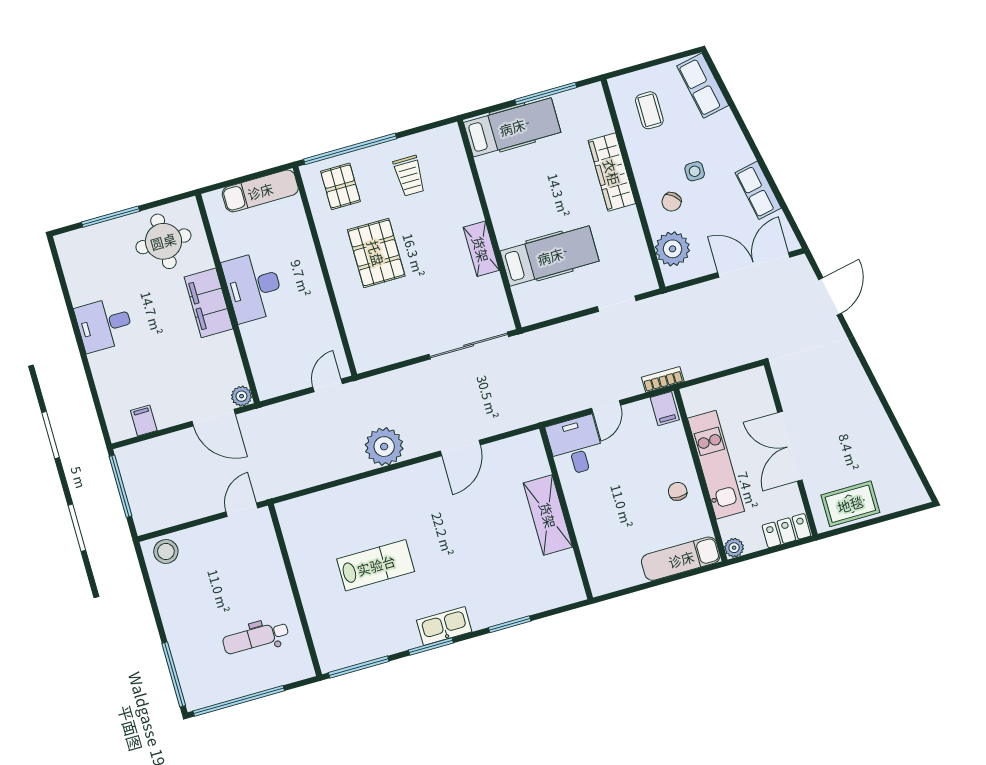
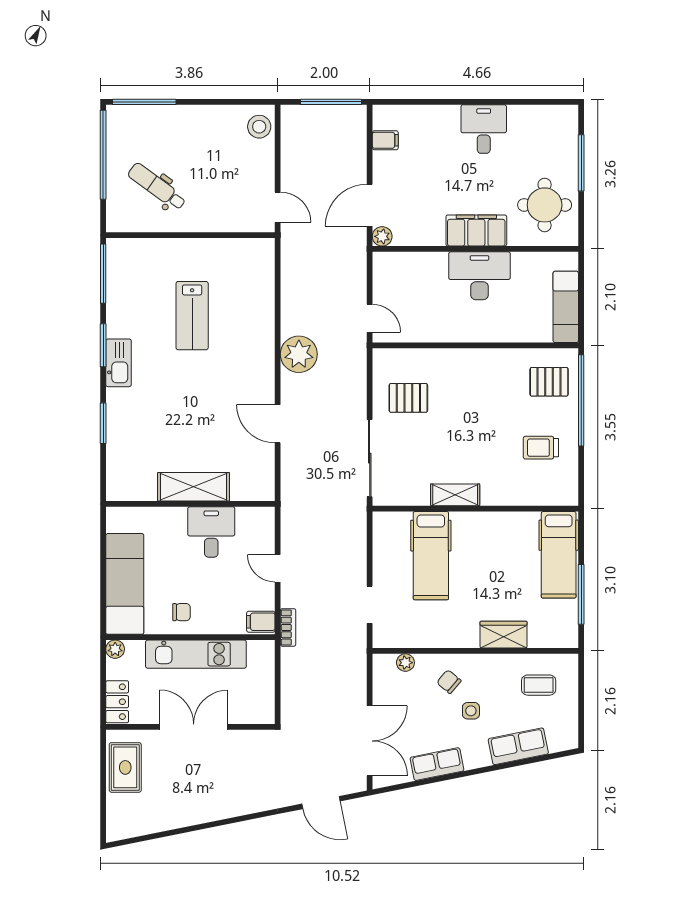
row of seats: (703, 86) -> (518, 746), moved
wardrobe: (612, 172) -> (504, 635), width x0.67
plant: (672, 249) -> (405, 663), width x0.53, depth x0.53
pallet: (376, 253) -> (408, 398), moved, width x0.67, depth x0.71
desk: (576, 446) -> (211, 532), moved, turned -90
exam couch: (681, 559) -> (125, 584), width x1.36, depth x1.45
dental chair: (256, 638) -> (157, 187), turned -54

